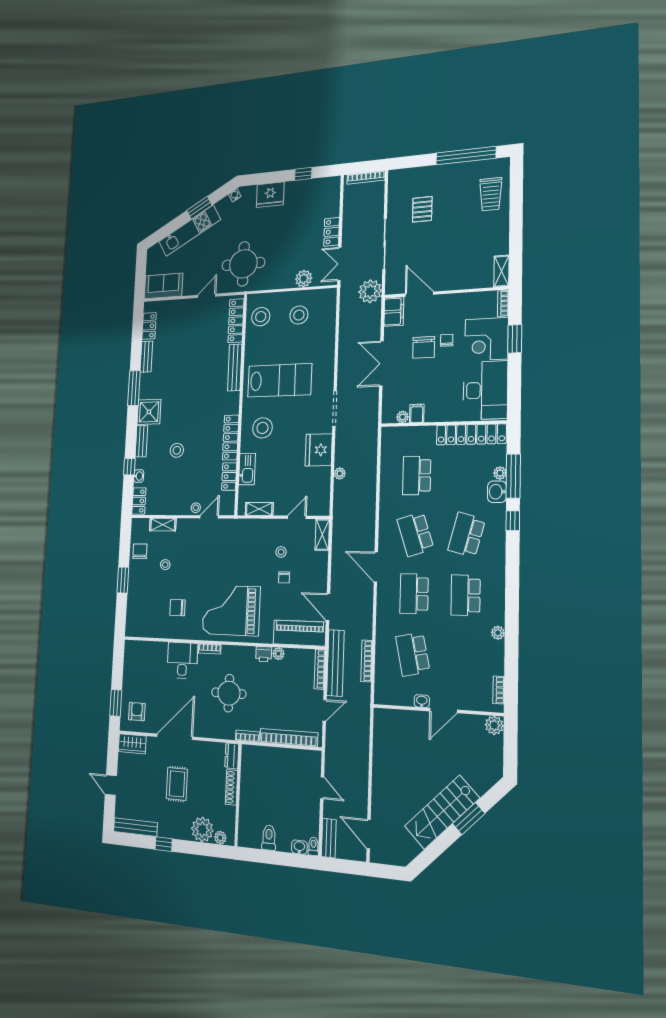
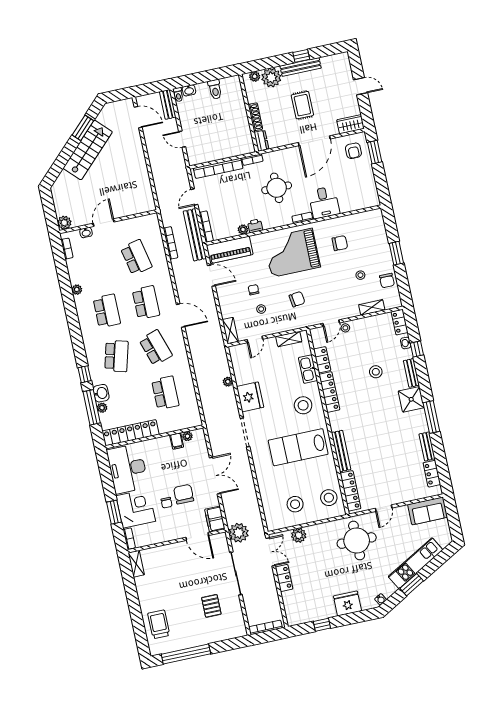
chair: (239, 554) -> (297, 299), added
grand piano: (231, 610) -> (292, 253), turned 180
washbasin: (422, 701) -> (86, 233), moved
window: (469, 819) -> (83, 128), moved
bench: (135, 827) -> (301, 67), moved

